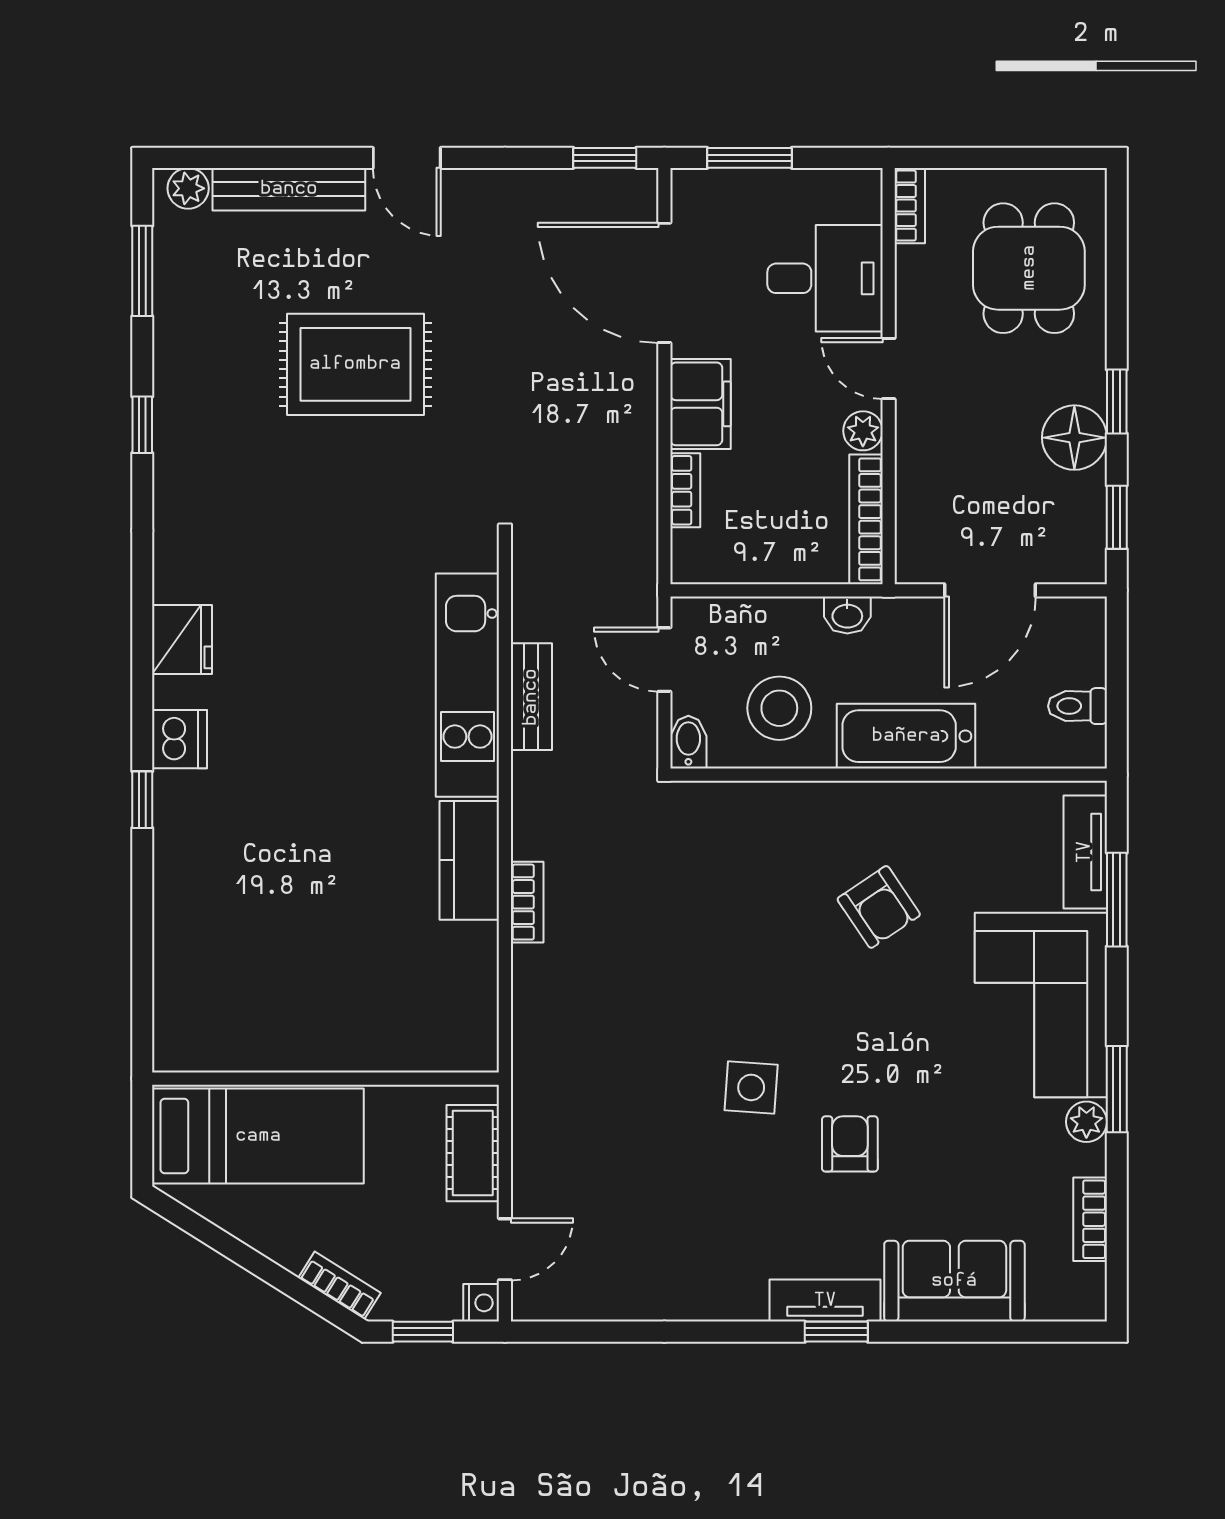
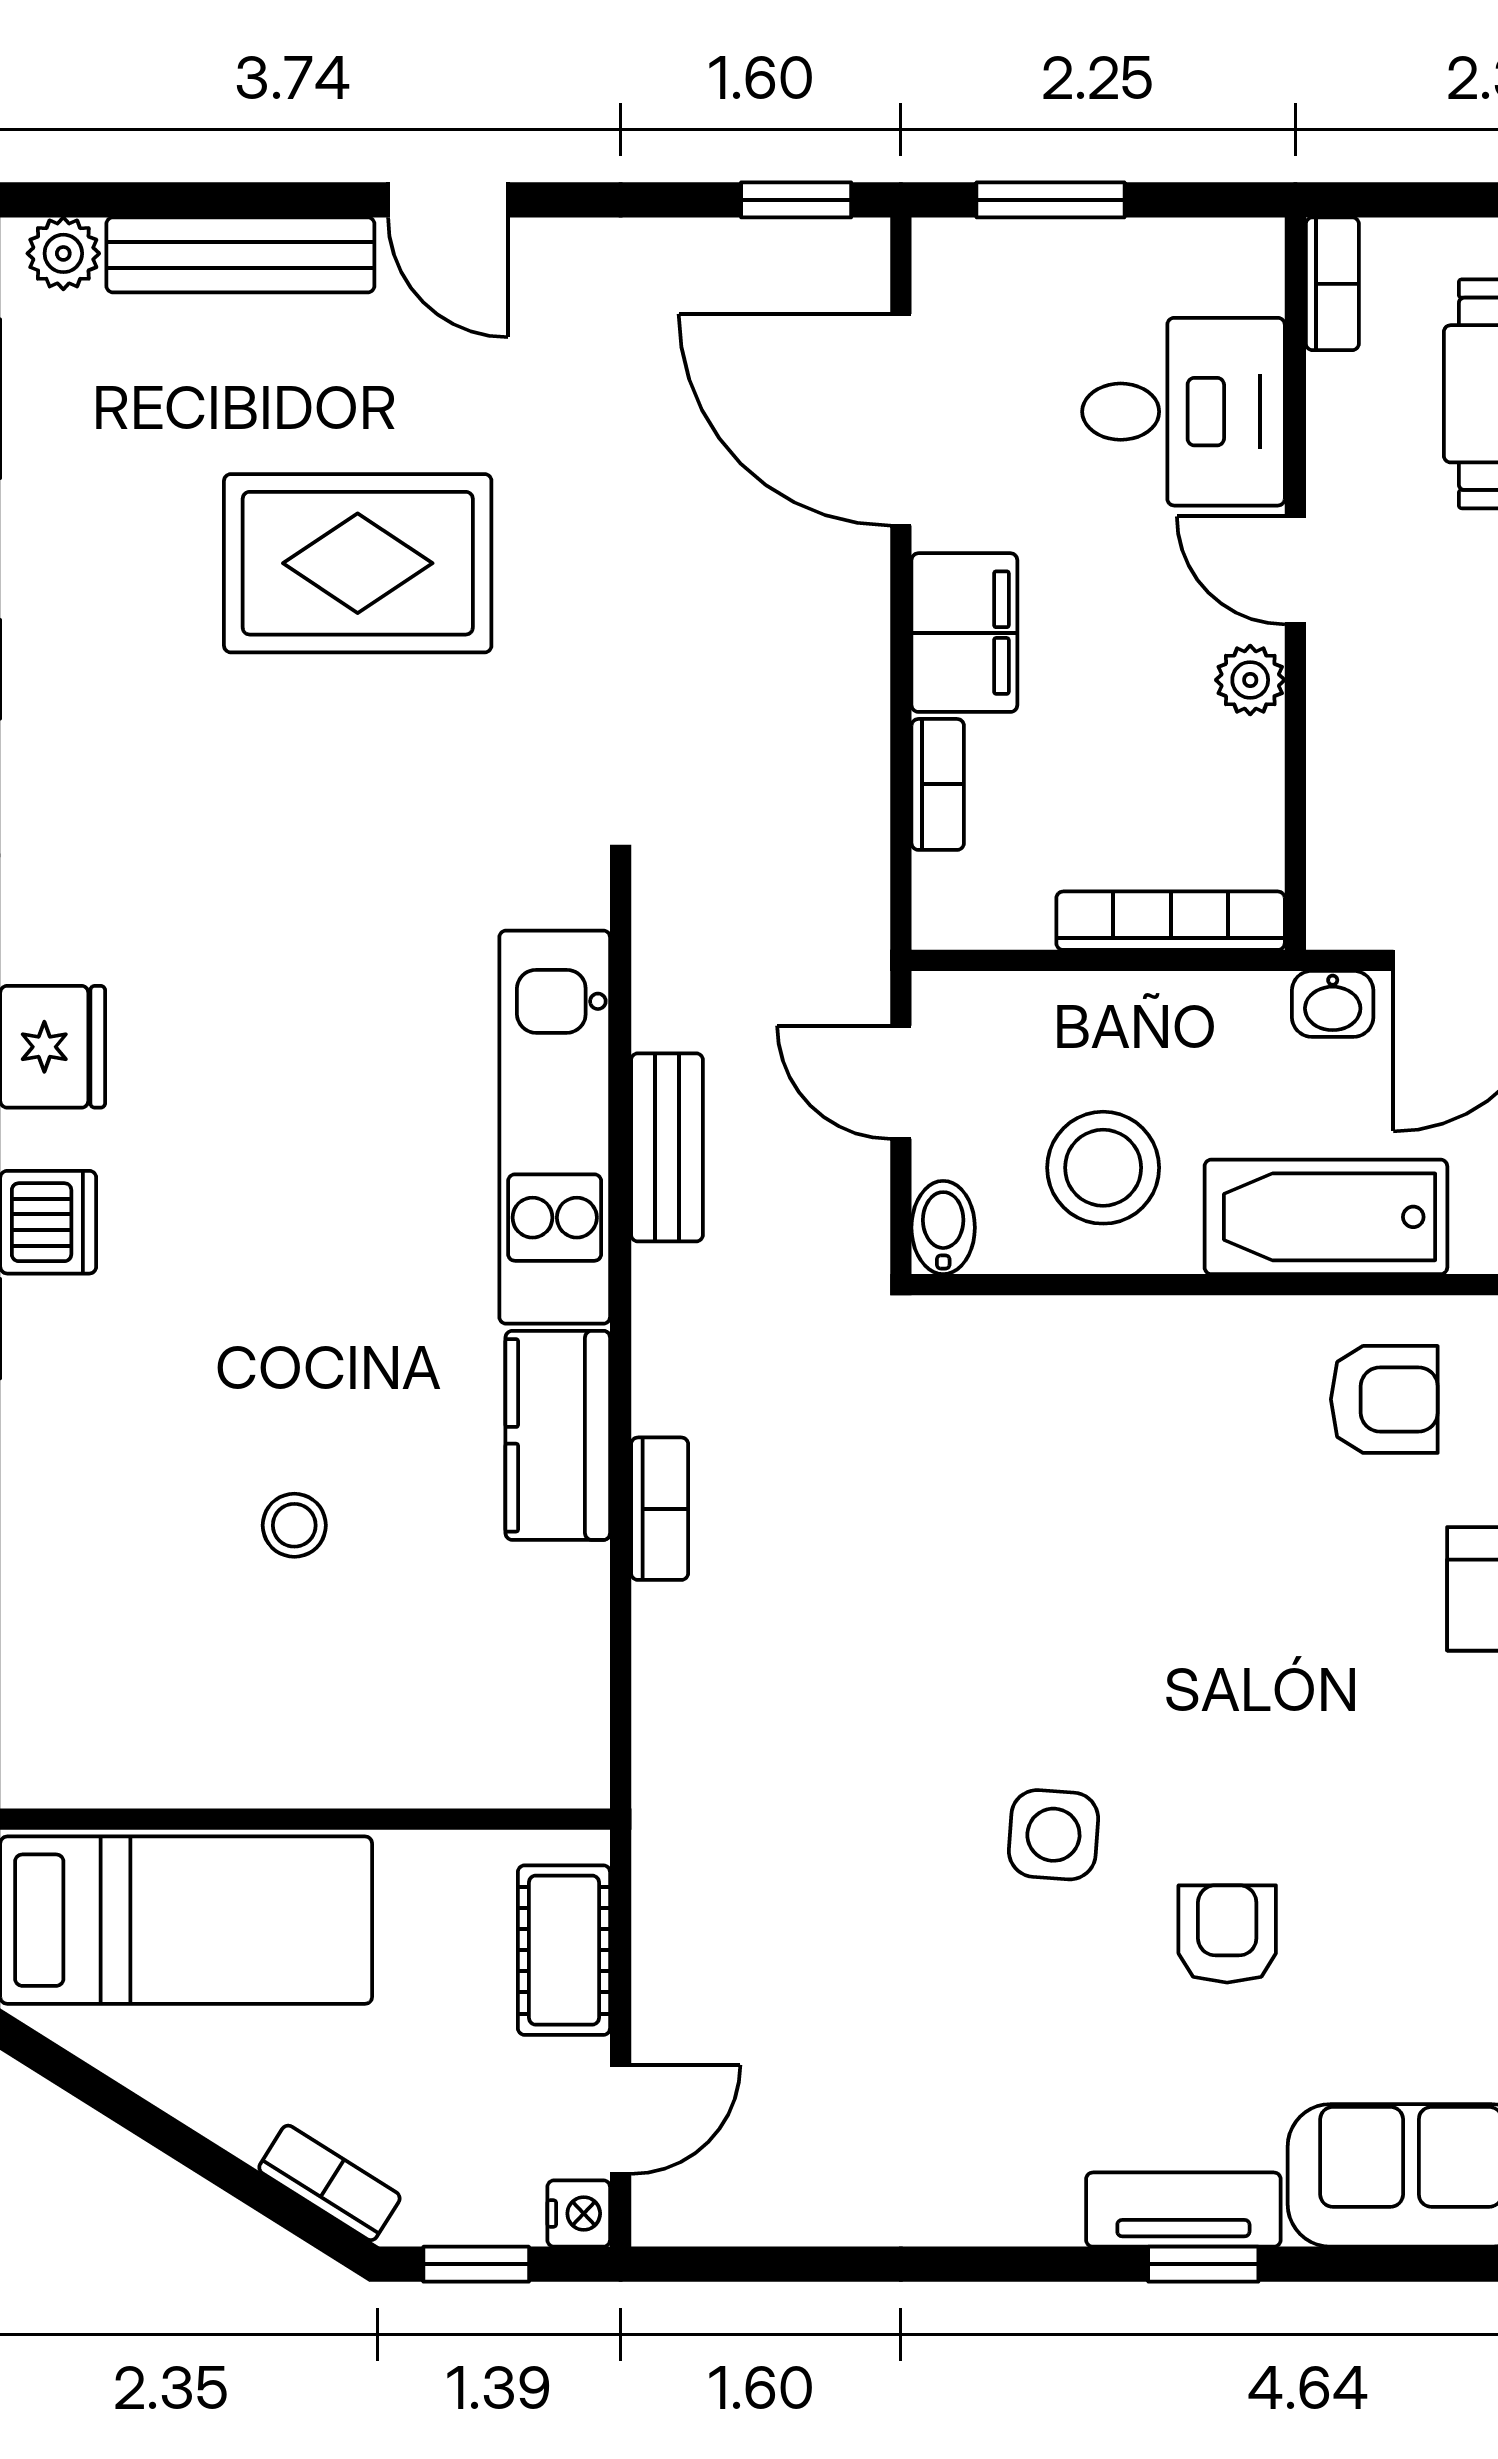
bookcase: (866, 519) -> (1171, 921), moved, turned 90
washbasin: (847, 615) -> (1333, 1004), moved
armchair: (879, 907) -> (1384, 1399), moved, turned -56
stool: (319, 911) -> (294, 1525), added

